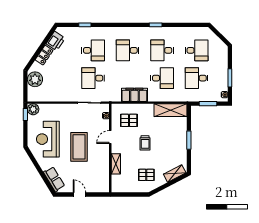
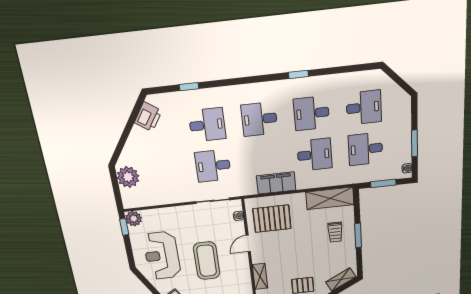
locker: (44, 55) -> (135, 140), removed
pallet: (129, 120) -> (272, 219), width x1.50, depth x1.42
trolley: (145, 143) -> (335, 232), moved

